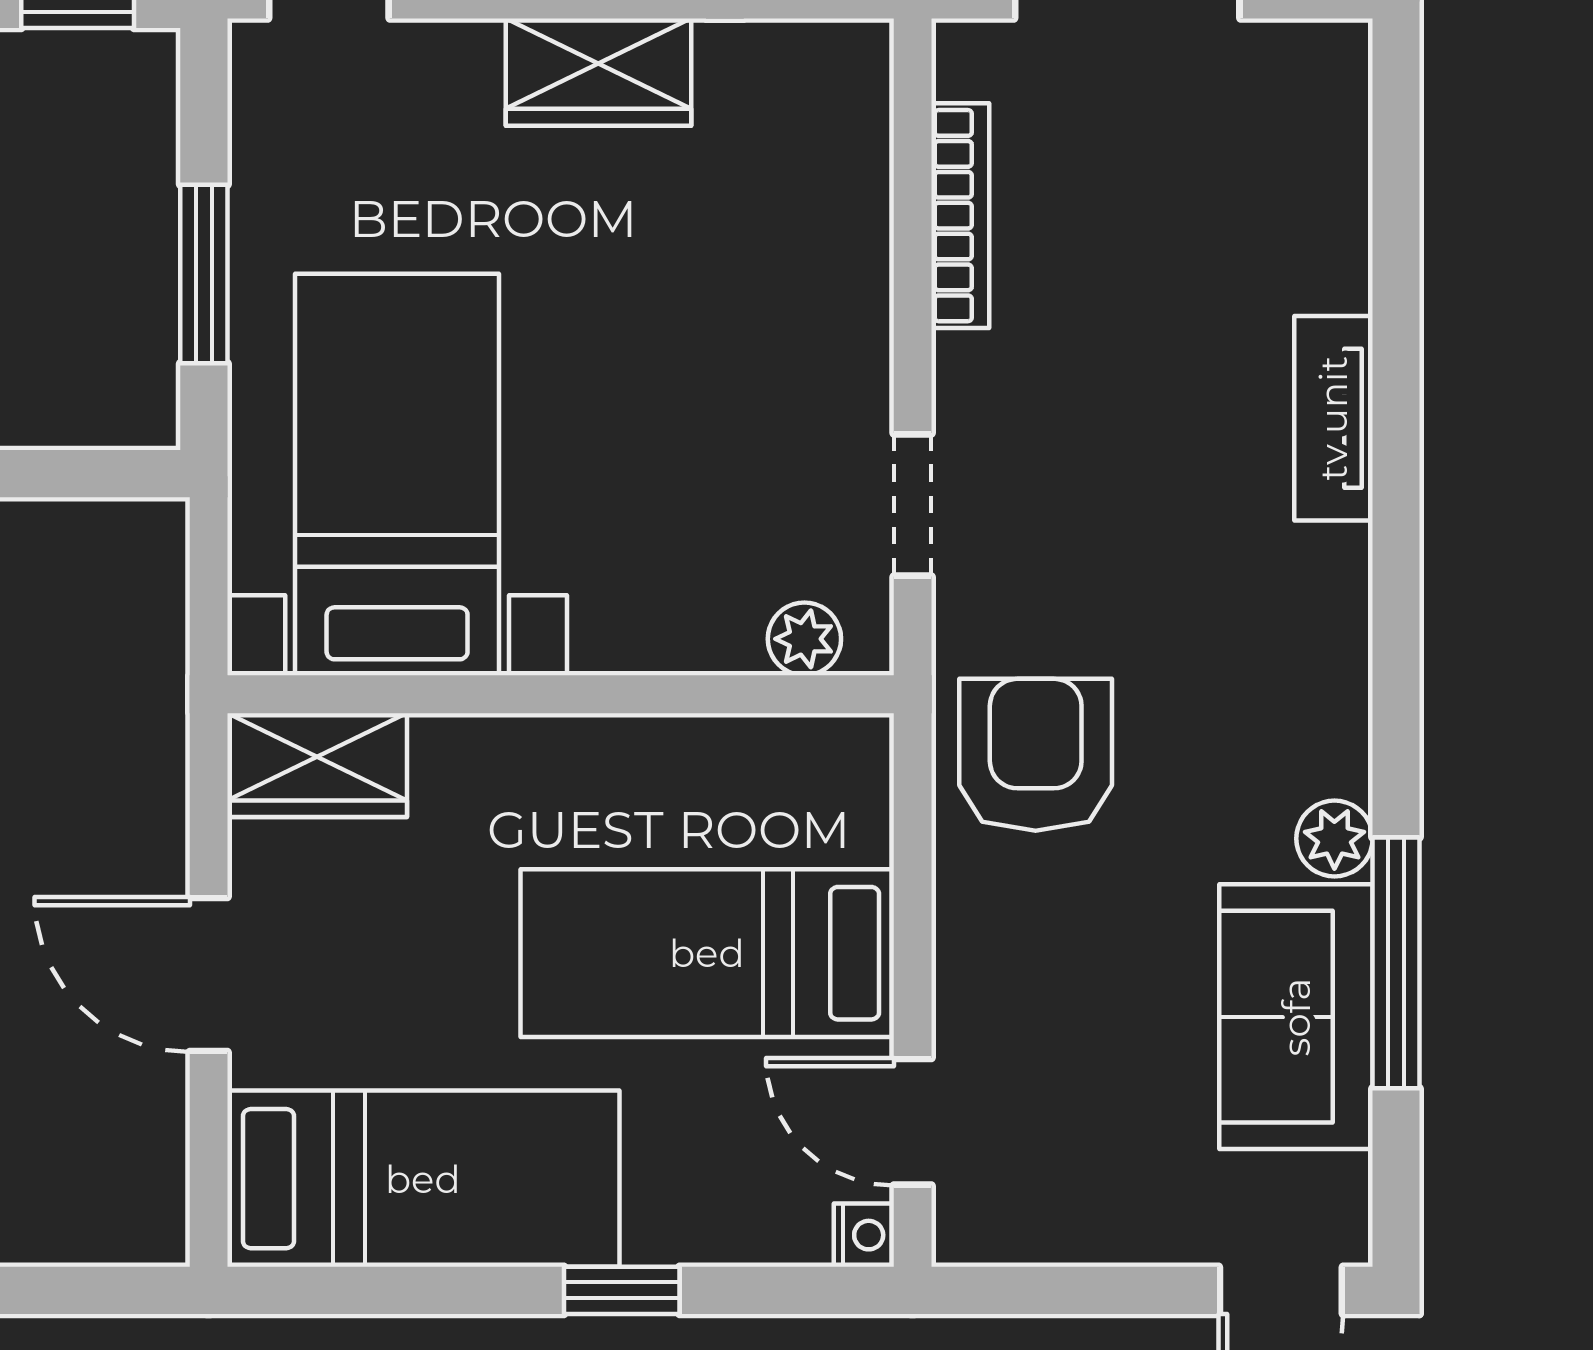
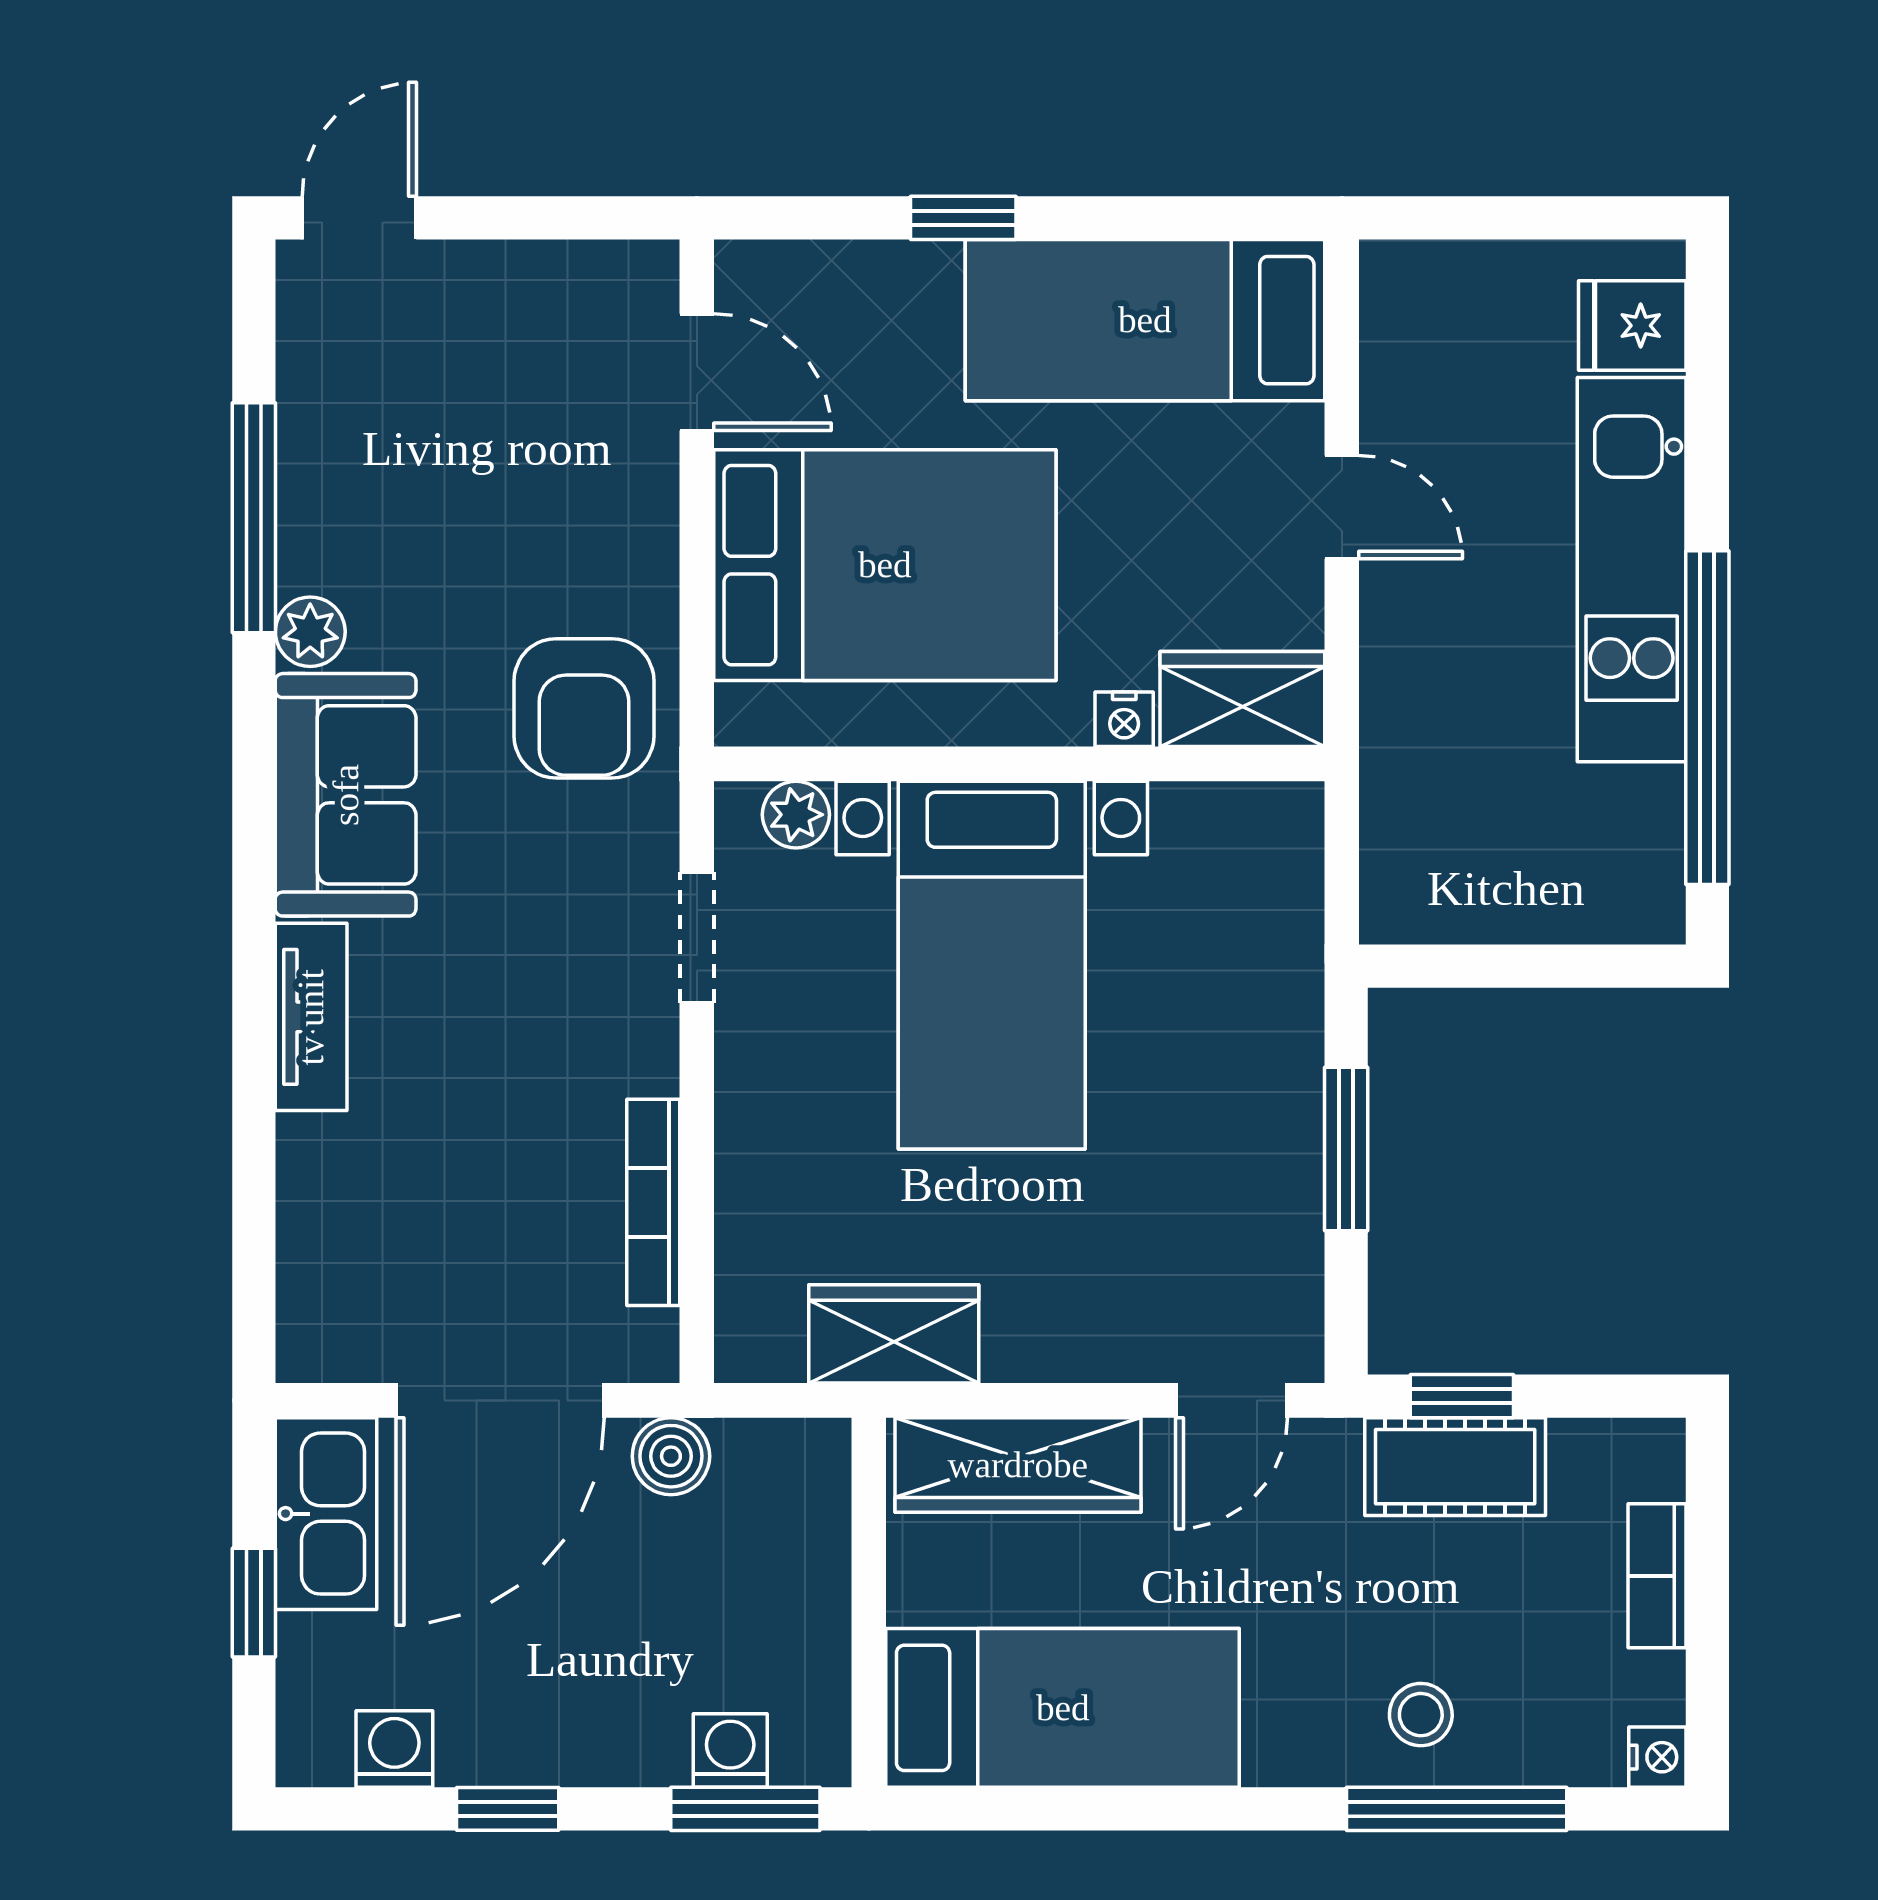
wardrobe: (599, 72) -> (894, 1334), moved
bed with nightstands: (397, 475) -> (992, 965), moved
bed: (707, 953) -> (885, 565), width x1.50
door: (209, 975) -> (1342, 507), width x0.73
sofa: (1296, 1017) -> (346, 795), moved
nightstand: (864, 1235) -> (1124, 719), moved, turned -90

